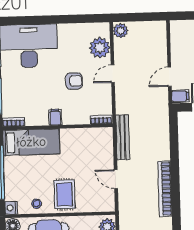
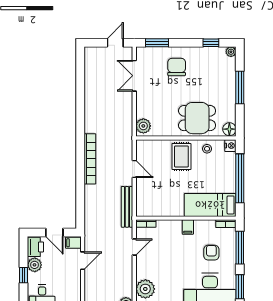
door: (113, 74) -> (134, 247), moved
armchair: (74, 81) -> (211, 253), moved, turned 90

